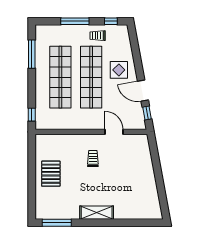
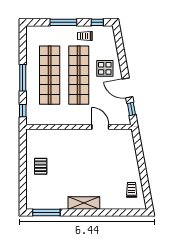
window: (32, 54) -> (23, 78), moved
trolley: (93, 159) -> (132, 190), moved
pallet: (51, 174) -> (41, 166), width x0.67, depth x0.71

